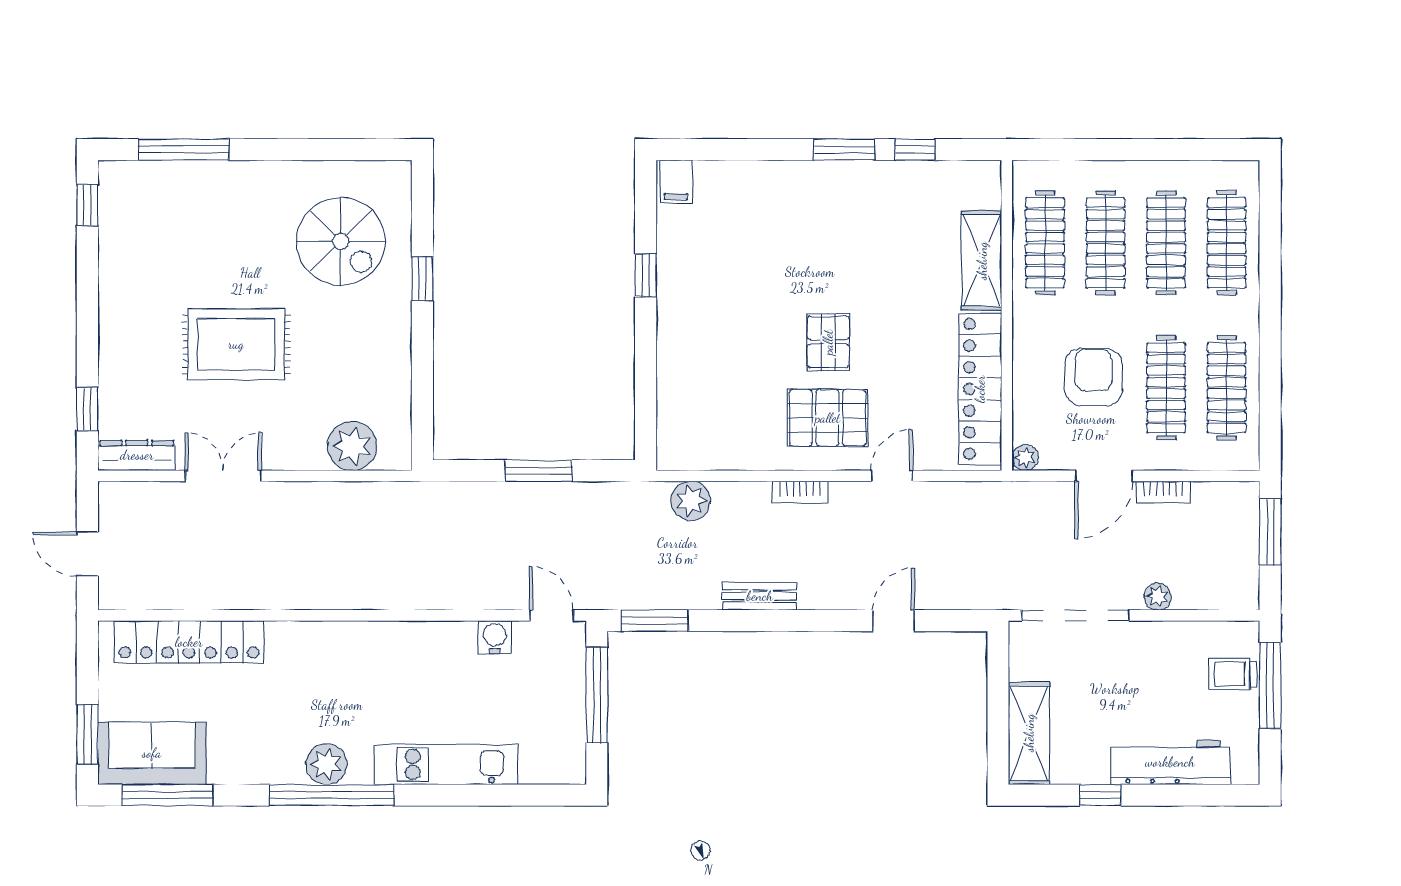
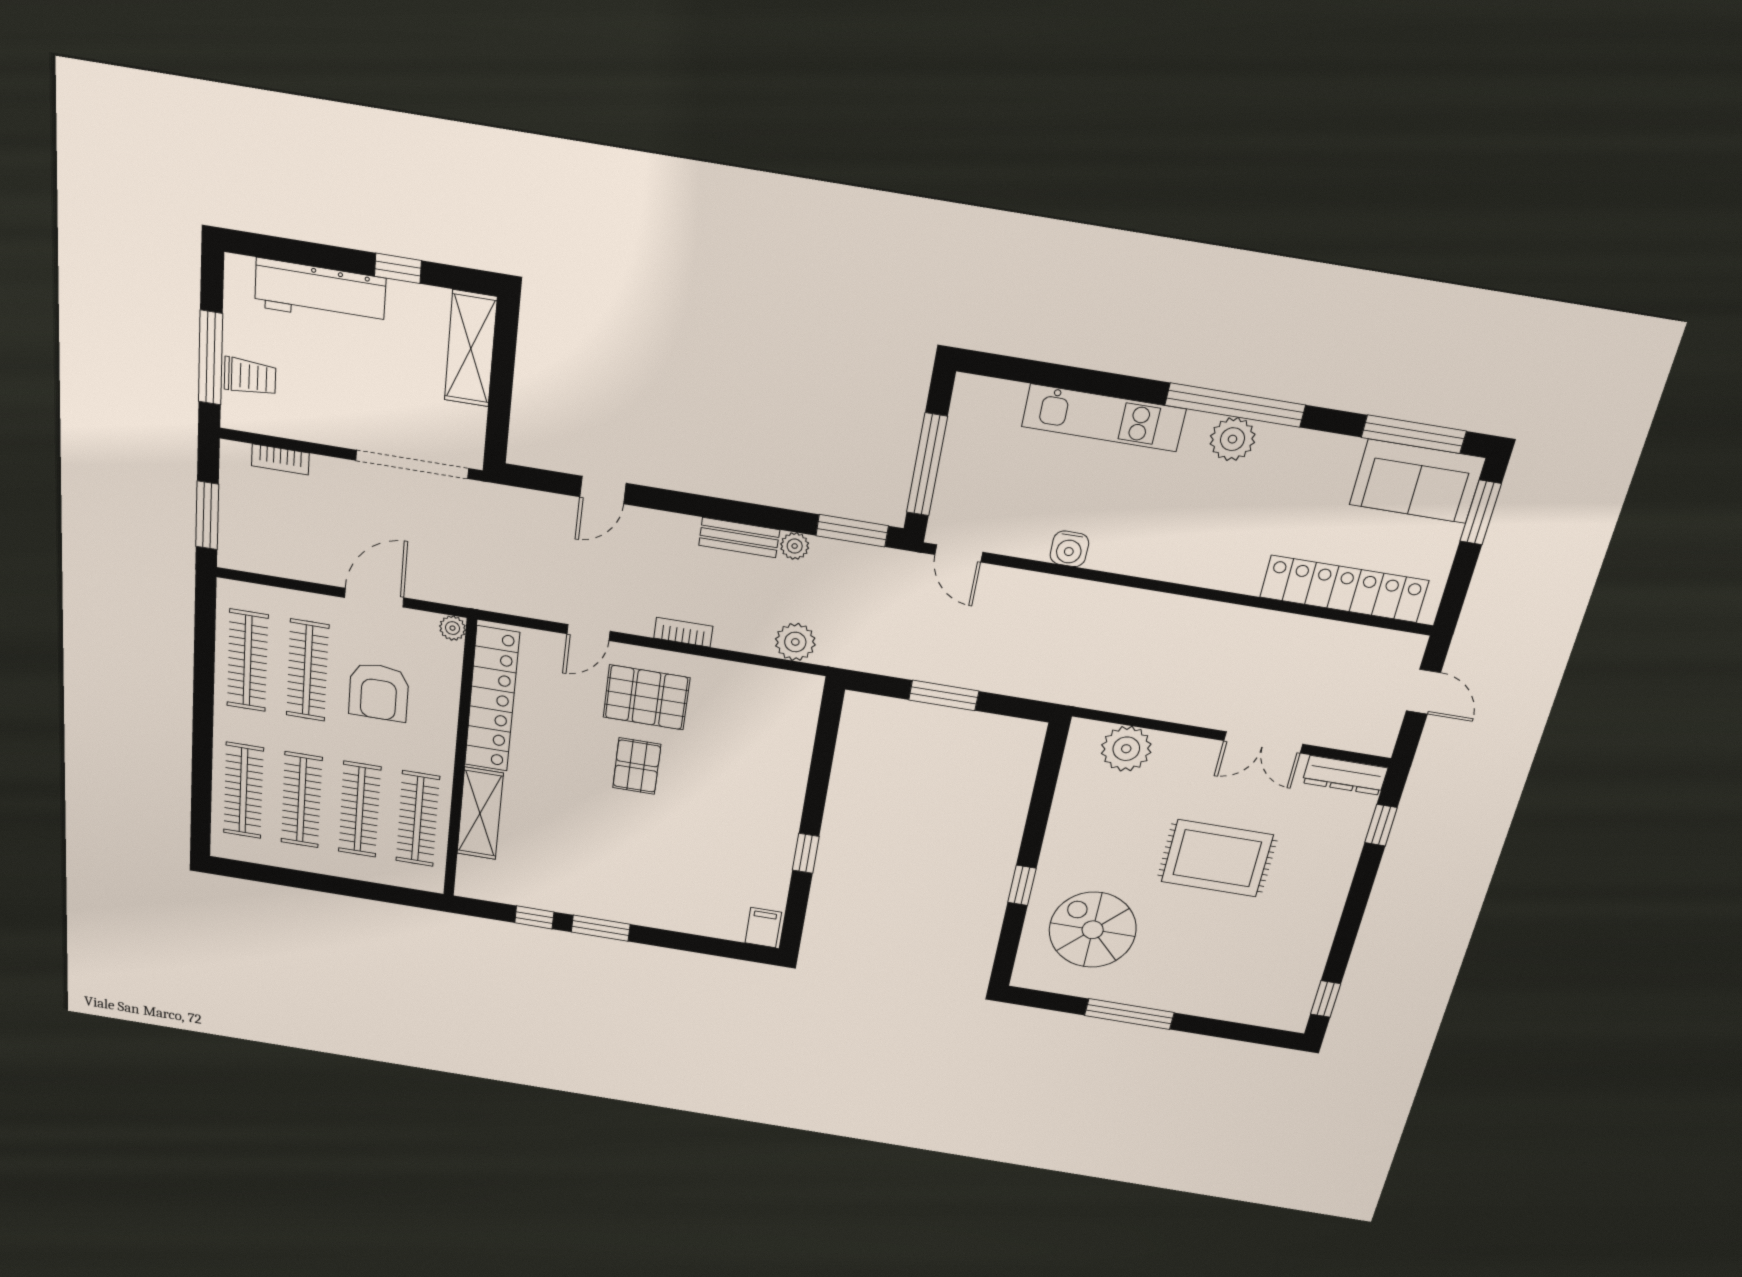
window: (184, 150) -> (1129, 1014), moved
bookcase: (1163, 492) -> (280, 459), moved, turned 180
plant: (1158, 597) -> (795, 546), moved
water cooler: (495, 637) -> (1069, 549), moved

